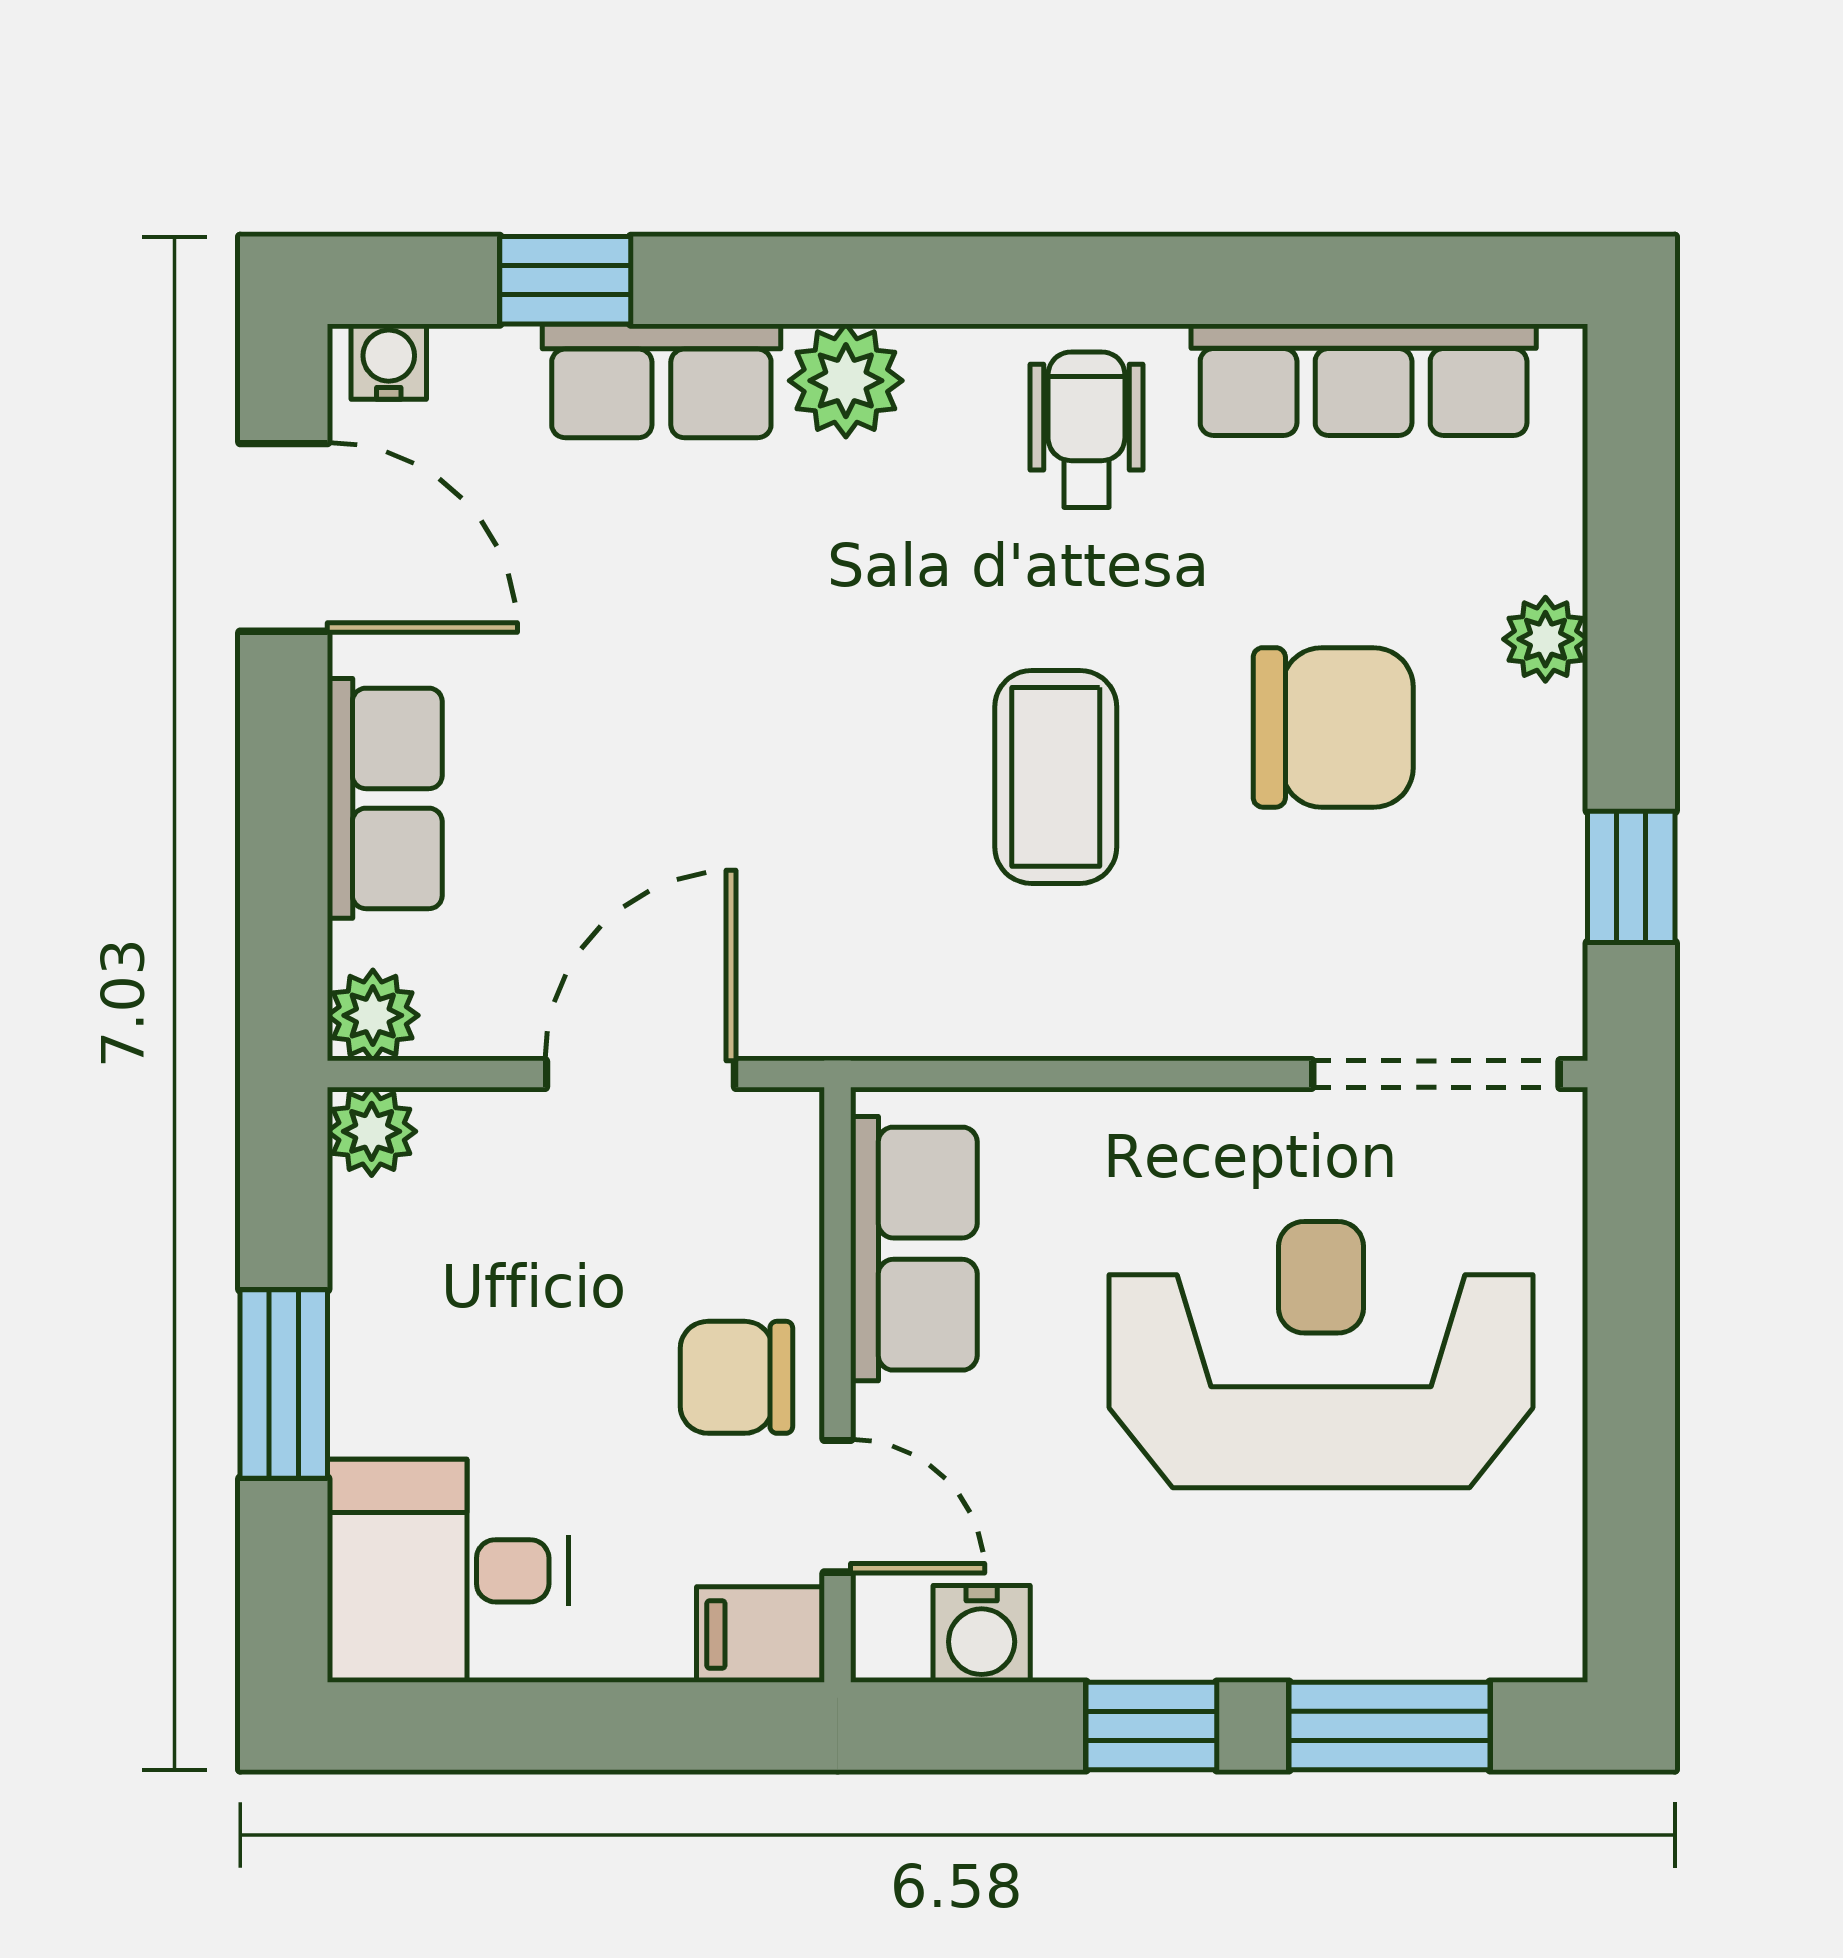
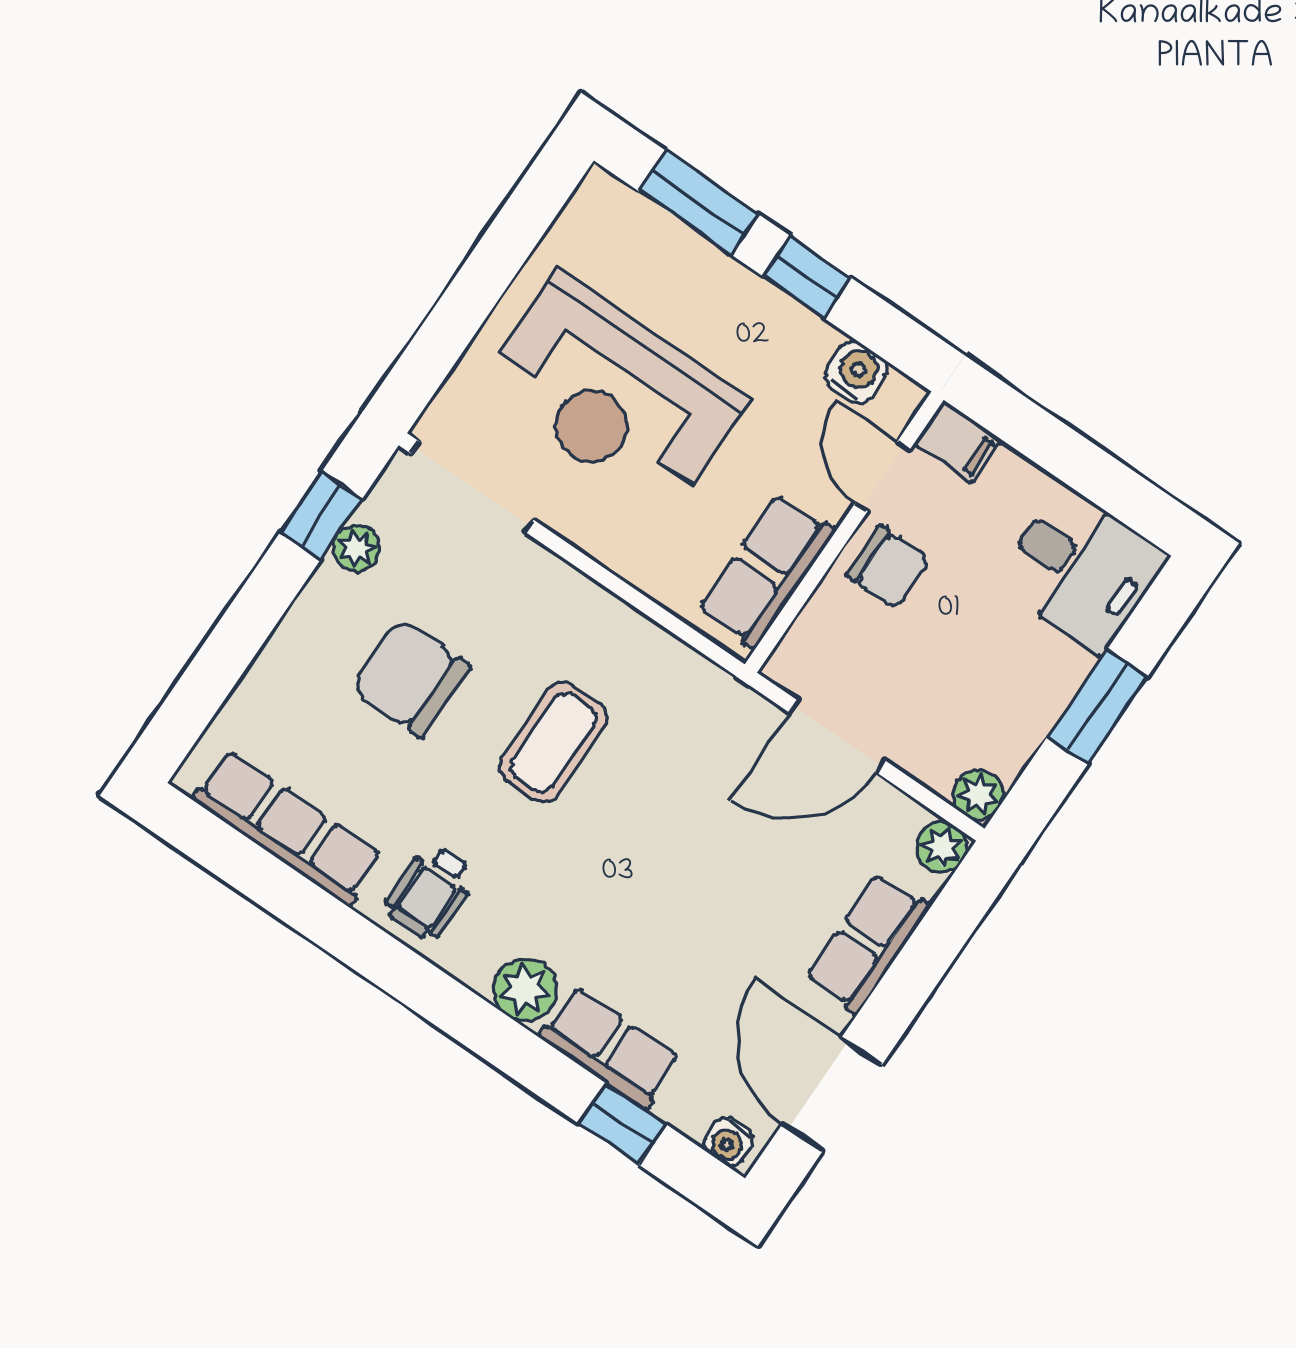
plant: (1545, 639) -> (357, 548), moved

